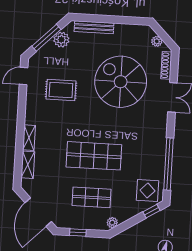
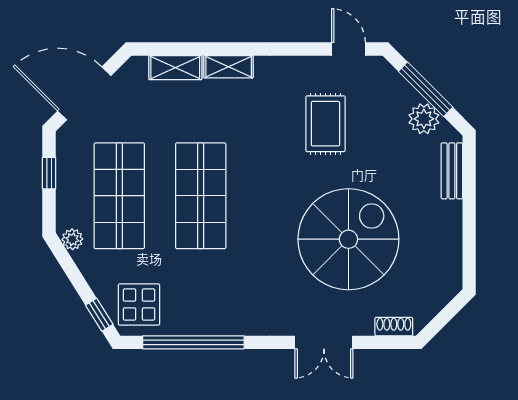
bench: (94, 27) -> (452, 171), width x0.73
plant: (157, 41) -> (432, 305), removed
shoe rack: (166, 65) -> (394, 327), width x0.70
shop shelf: (91, 197) -> (119, 196), width x1.43, depth x1.36

